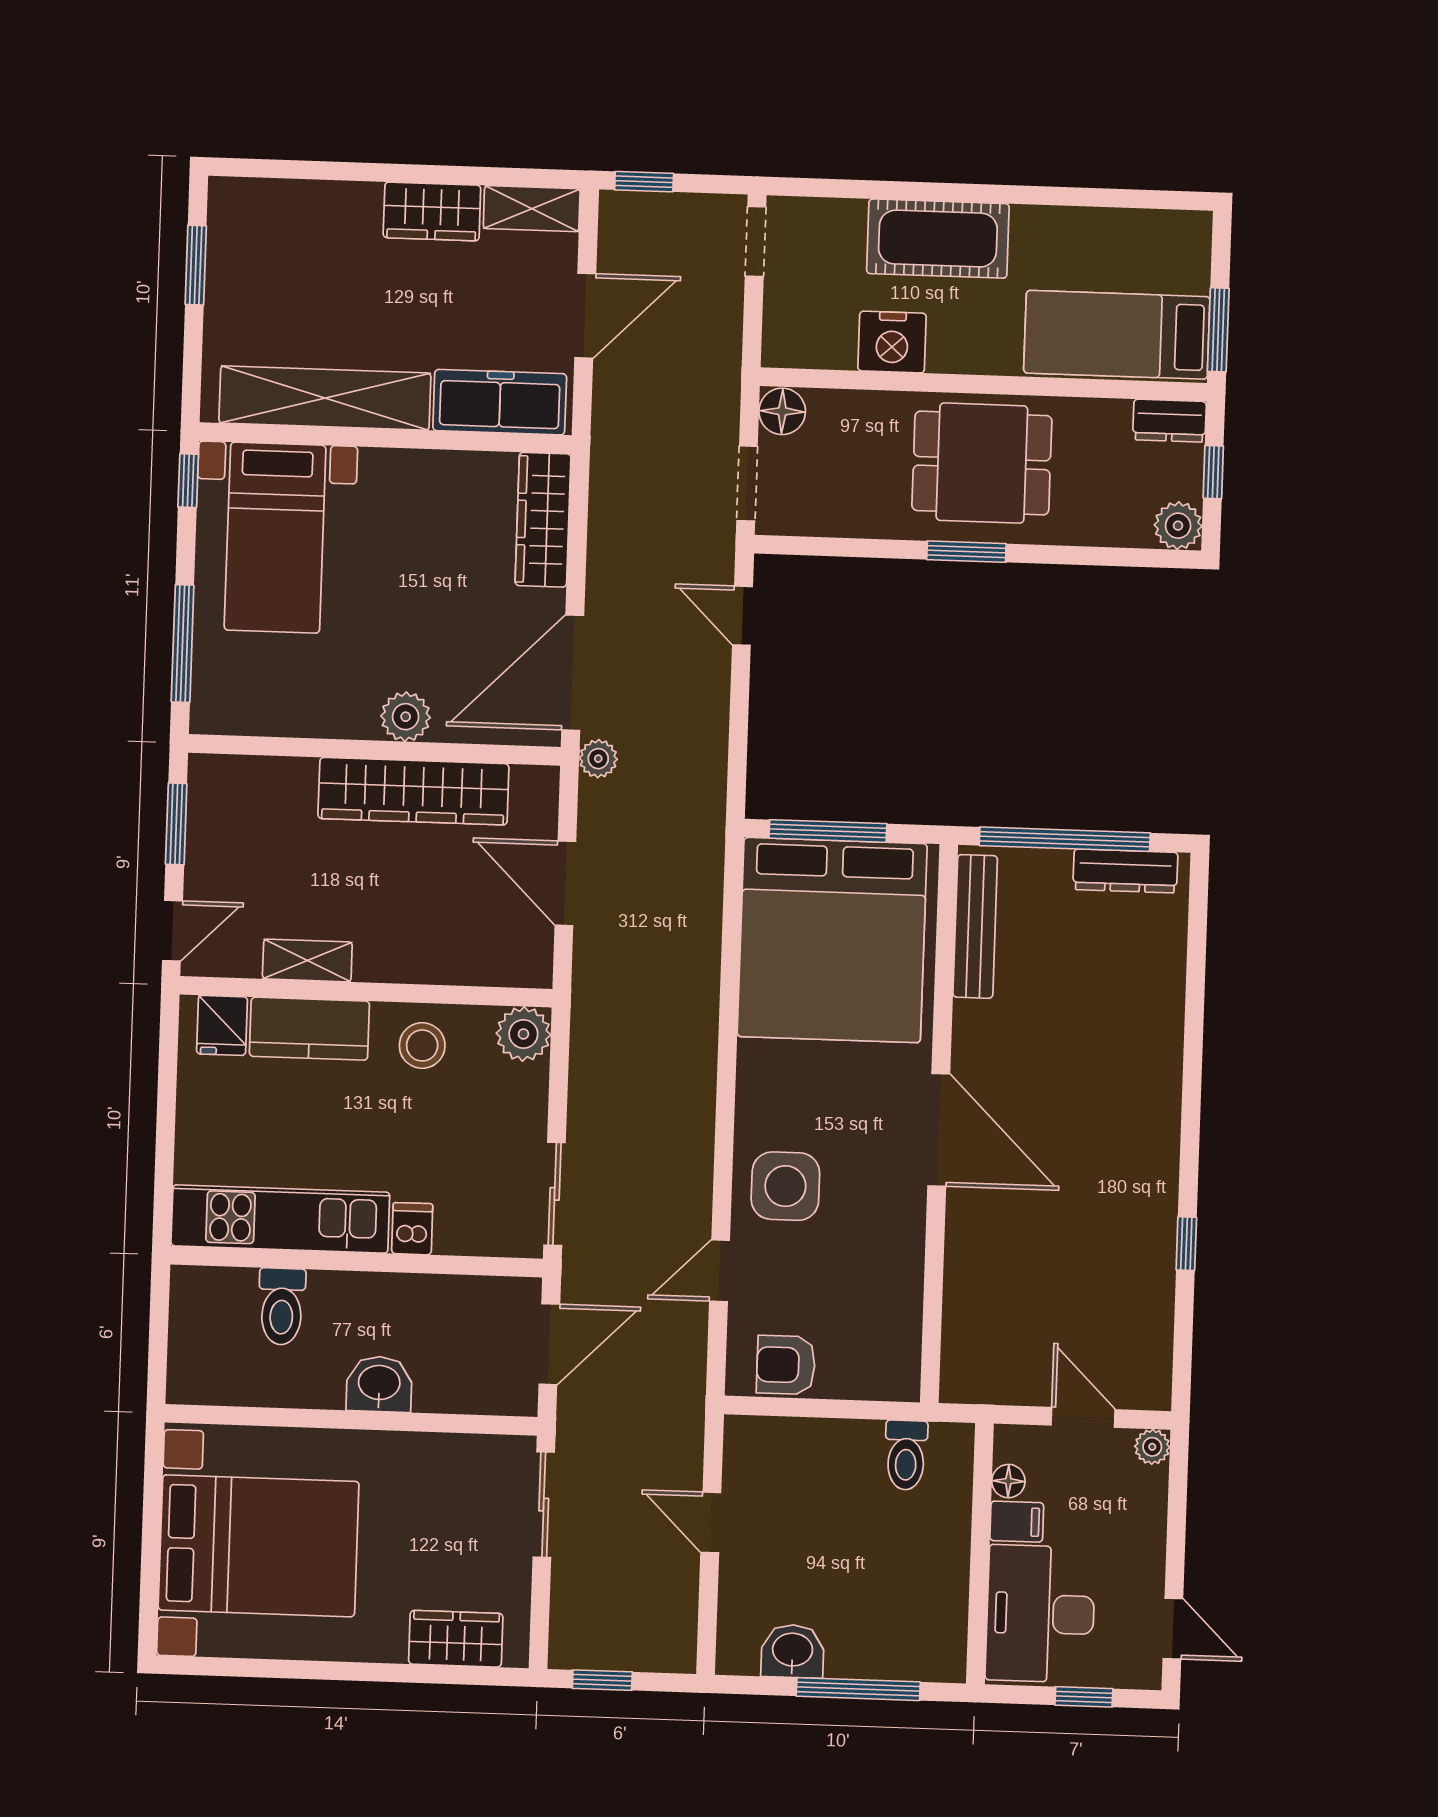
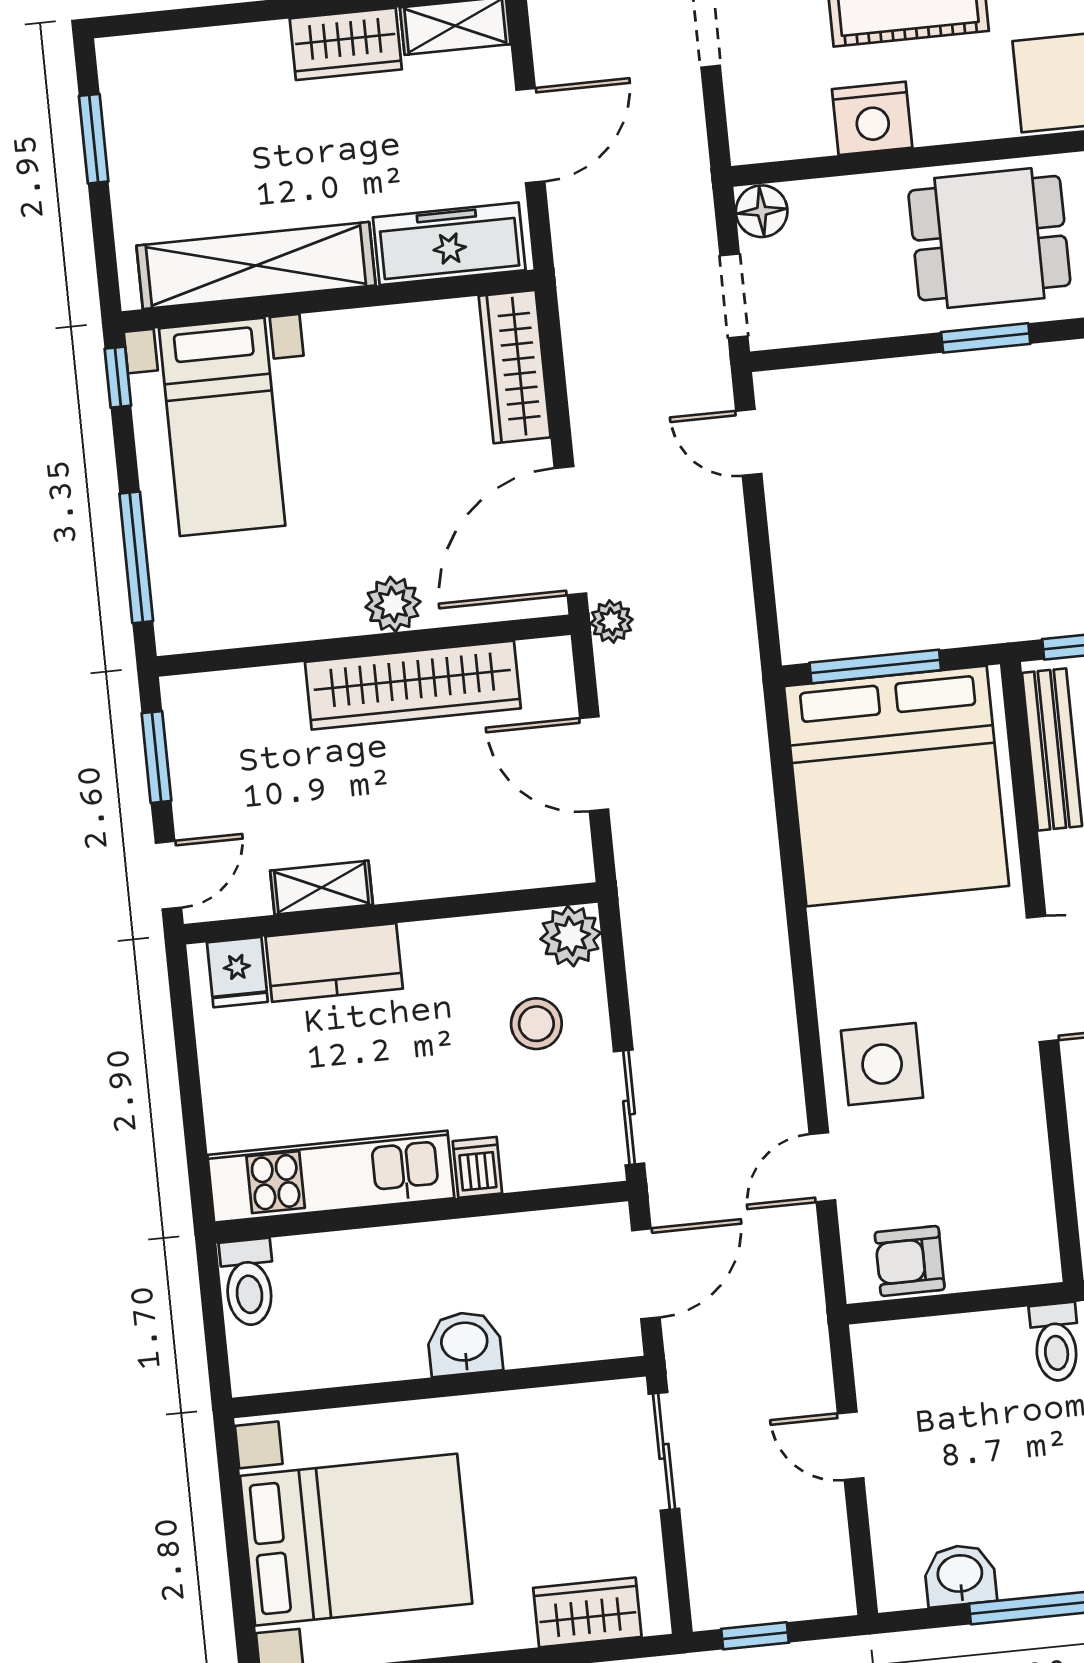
stool: (422, 1045) -> (536, 1024), moved
toilet: (282, 1306) -> (248, 1282), moved

